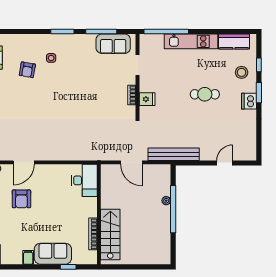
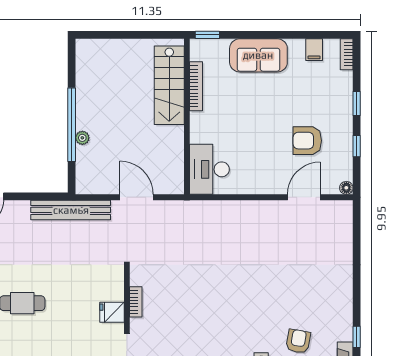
fridge: (147, 99) -> (112, 312), moved
armchair: (21, 199) -> (307, 141), turned -90
filing cabinet: (28, 257) -> (314, 50), moved
window: (68, 267) -> (207, 35), moved

